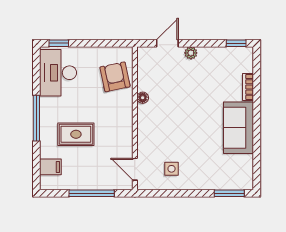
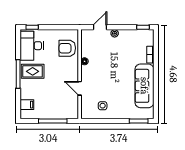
armchair: (115, 77) -> (67, 48), turned -78
sofa: (239, 128) -> (144, 86), width x1.36
rug: (76, 134) -> (33, 71), moved
door: (135, 169) -> (80, 88), moved

